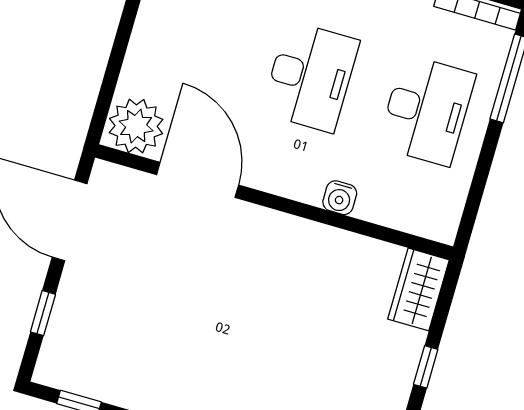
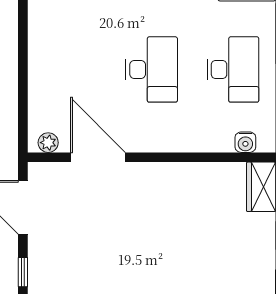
plant: (136, 126) -> (48, 143), width x0.53, depth x0.53
water cooler: (340, 198) -> (245, 142), moved

